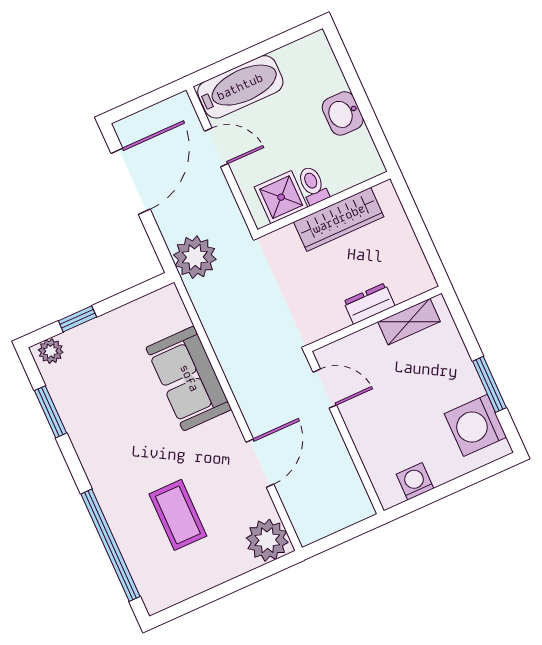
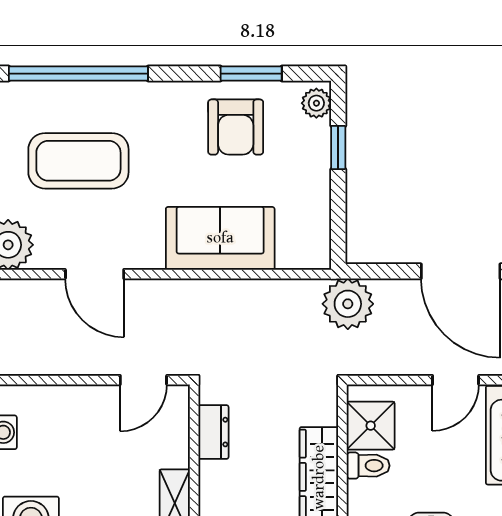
dresser: (369, 304) -> (213, 432), moved
armchair: (97, 405) -> (236, 127), added
coffee table: (178, 515) -> (78, 161), width x1.36, depth x1.32

